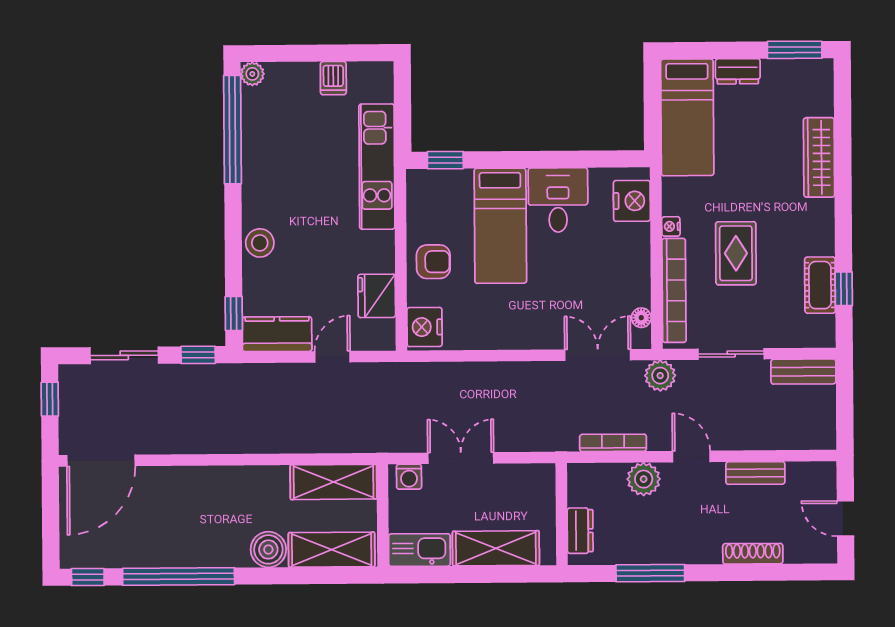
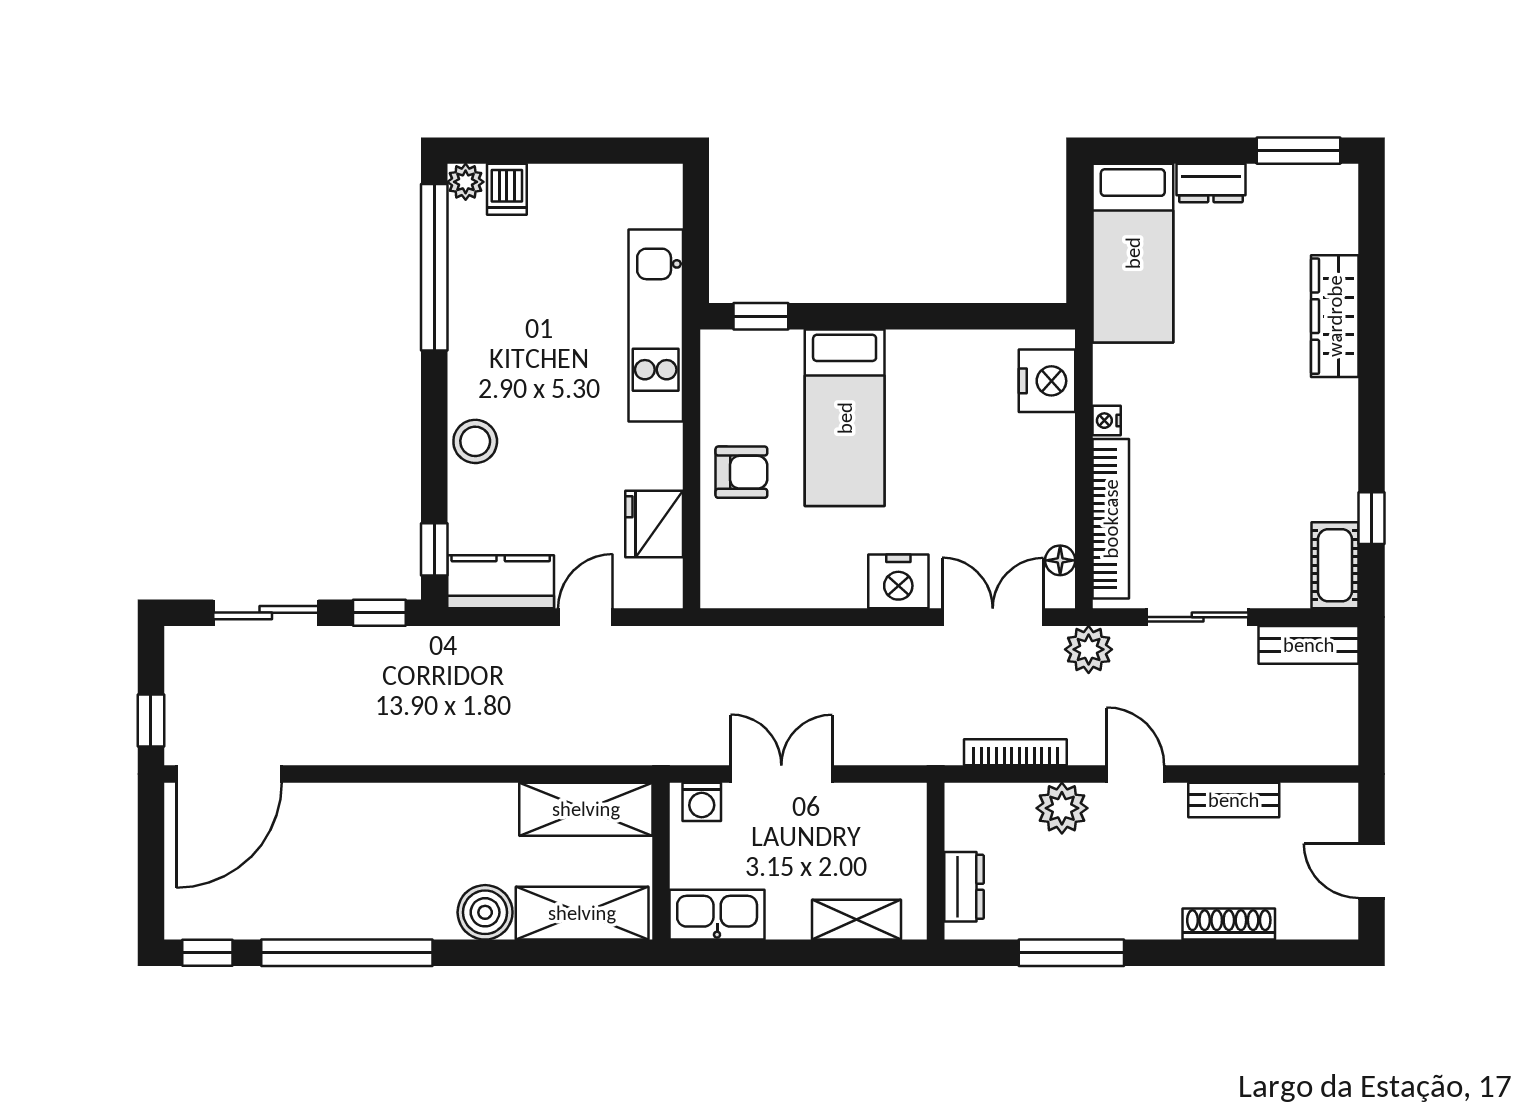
dishwasher: (333, 78) -> (507, 189), moved
desk: (558, 200) -> (934, 379), removed
rug: (736, 253) -> (1206, 462), removed
cot: (820, 285) -> (1335, 565), moved
nightstand: (424, 327) -> (898, 581), moved, turned -90
window: (50, 399) -> (151, 720), moved
shelving: (496, 548) -> (857, 920), width x0.67, depth x0.75

